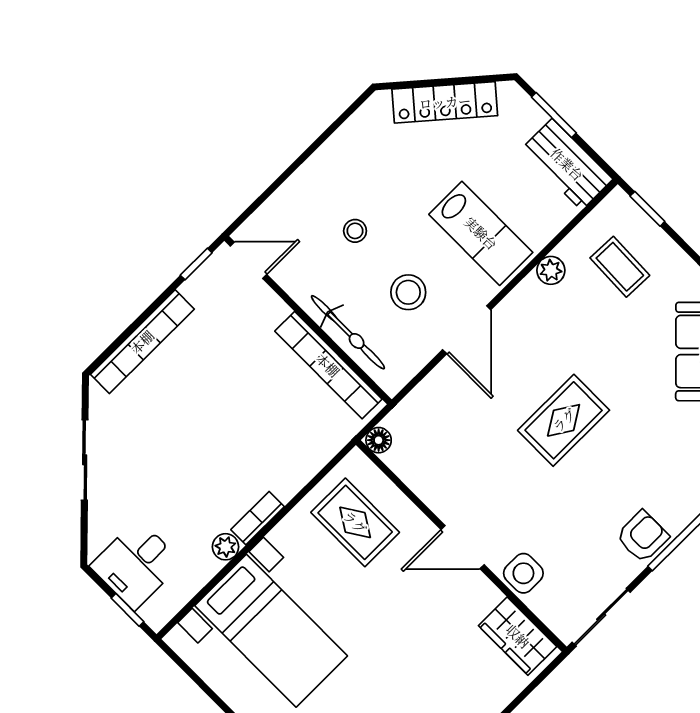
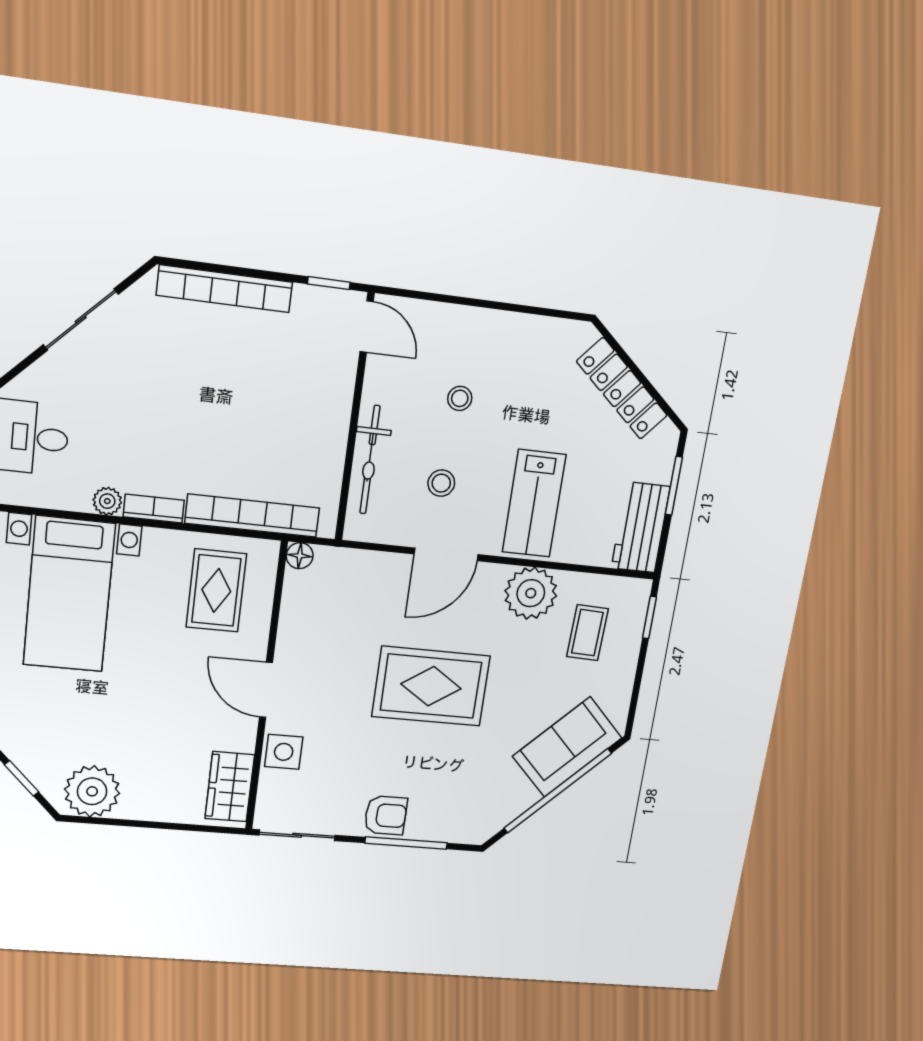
plant: (551, 270) -> (531, 593), width x1.87, depth x1.87
stool: (408, 292) -> (441, 483), width x0.73, depth x0.73
bookcase: (328, 365) -> (252, 516), moved, turned 90
rug: (564, 420) -> (431, 686), width x1.36, depth x1.43

